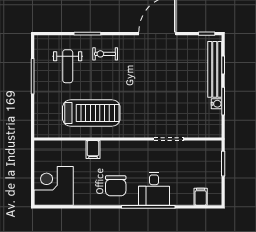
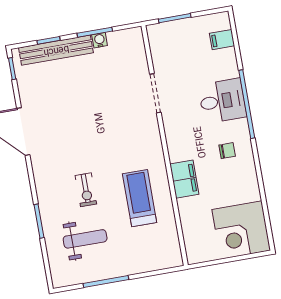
exercise bike: (105, 54) -> (86, 190), moved
treadmill: (91, 113) -> (140, 198), width x0.73, depth x0.73
filing cabinet: (93, 149) -> (184, 179), width x2.00
chair: (116, 186) -> (227, 151), width x0.54, depth x0.54

